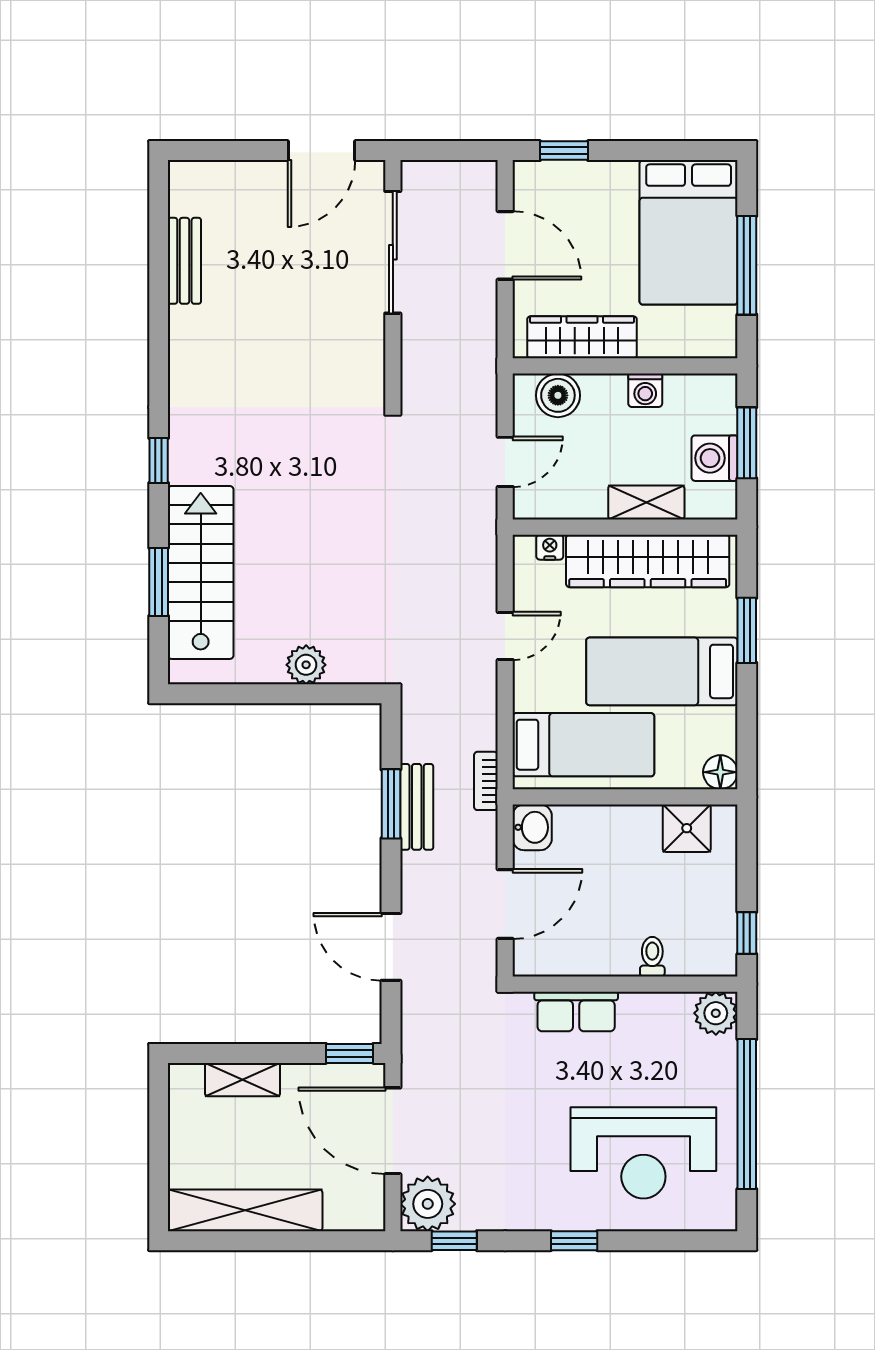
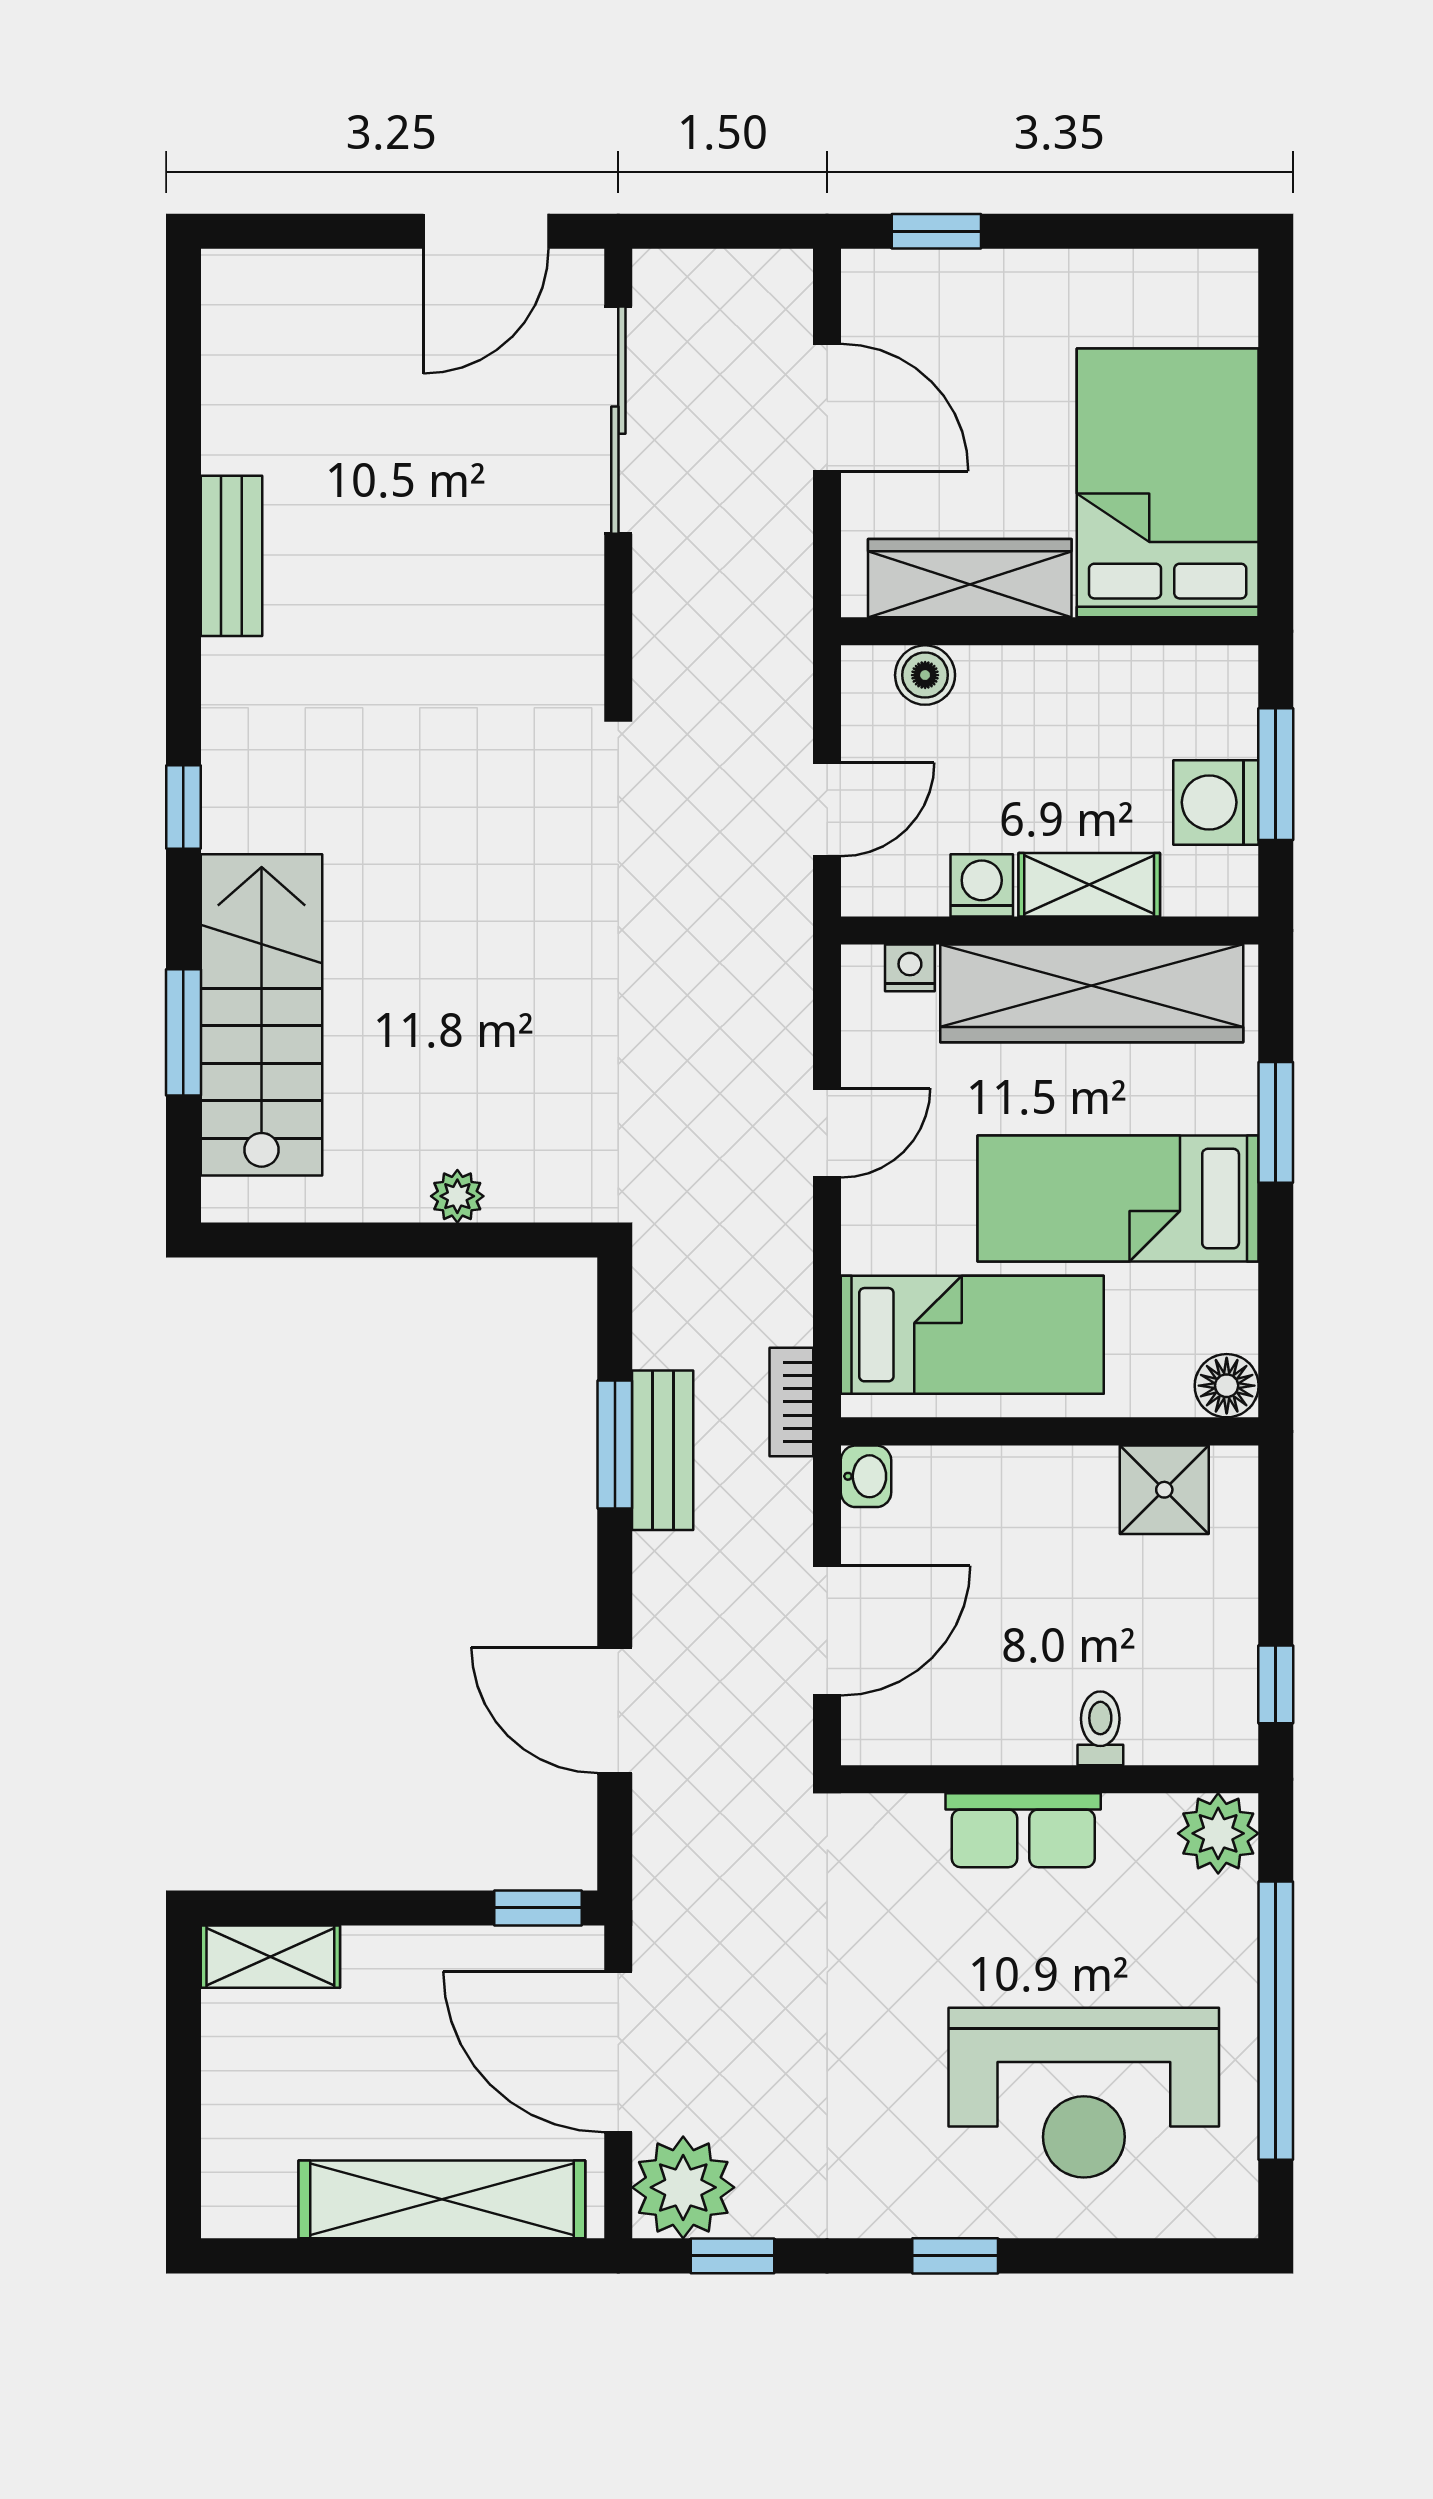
bed: (689, 232) -> (1168, 483), moved, turned 180
bench: (184, 261) -> (231, 556), moved
window: (747, 265) -> (1276, 444), removed
washing machine: (645, 390) -> (982, 885), moved, turned 180
boiler: (558, 395) -> (925, 675), width x0.73, depth x0.73
plant: (306, 665) -> (457, 1196), width x0.73, depth x0.73
washbasin: (532, 827) -> (866, 1476), width x0.72, depth x0.69
row of seats: (576, 1012) -> (1023, 1830), moved
shelving: (243, 1080) -> (270, 1957), moved
shelving: (245, 1210) -> (442, 2199), moved

